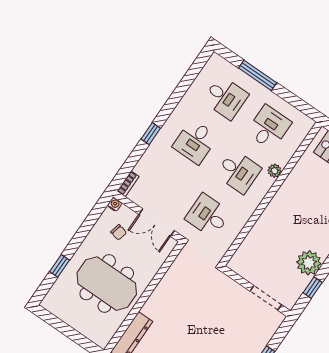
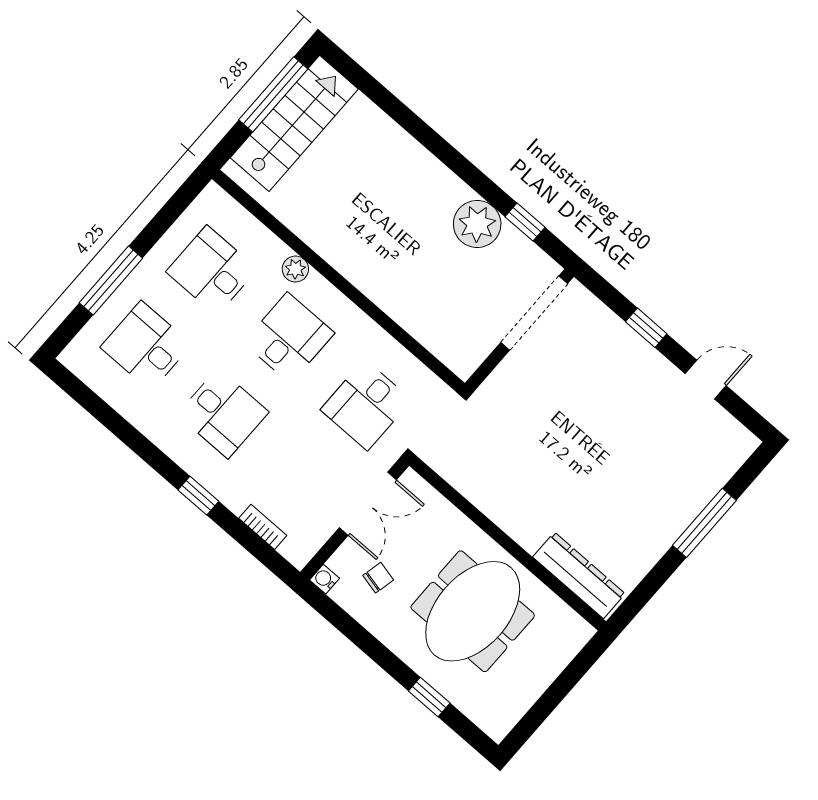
desk: (226, 98) -> (146, 346), turned -90
bookcase: (128, 184) -> (263, 527), moved
doorway: (266, 298) -> (534, 313), width x1.36

